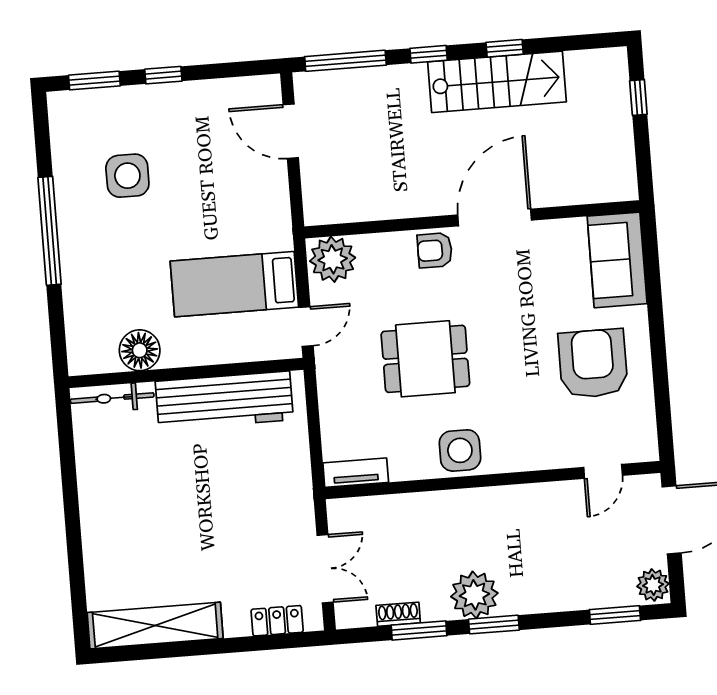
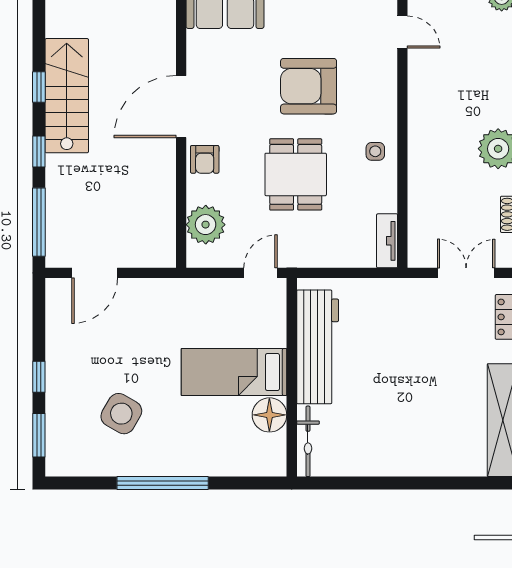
side table: (127, 176) -> (121, 414), turned 30
door: (495, 218) -> (181, 107), hinge flipped
plant: (333, 259) -> (206, 225), moved
bed: (234, 284) -> (234, 372), moved, turned 90
door: (306, 327) -> (261, 273), hinge flipped
armchair: (593, 363) -> (309, 86), moved
side table: (460, 450) -> (375, 151), width x0.54, depth x0.54

